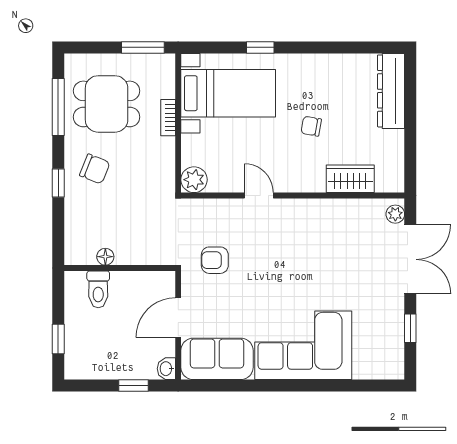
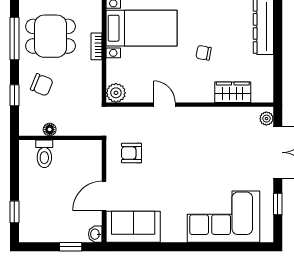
floor lamp: (105, 257) -> (50, 129), moved
wall: (120, 268) -> (60, 138), moved
toilet: (98, 289) -> (44, 154), moved
corner sofa: (303, 345) -> (223, 217), moved

